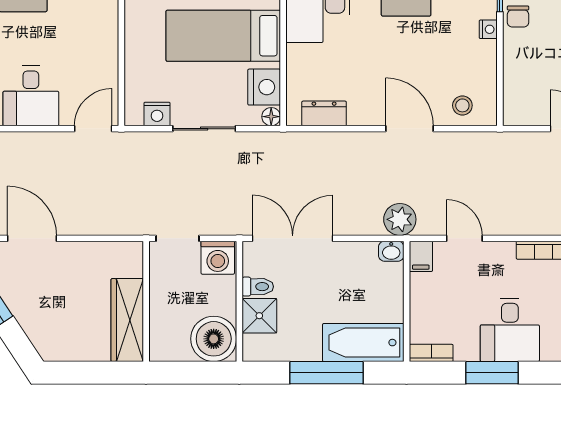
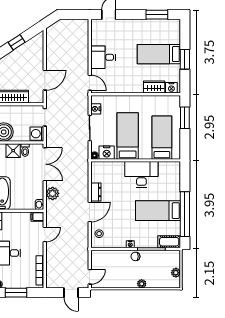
dresser: (324, 113) -> (96, 192), moved
plant: (400, 219) -> (53, 193), moved
door: (32, 238) -> (45, 80), moved

